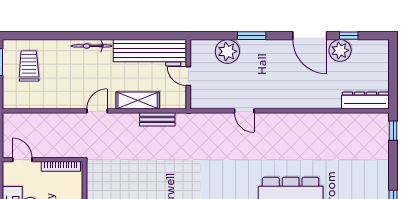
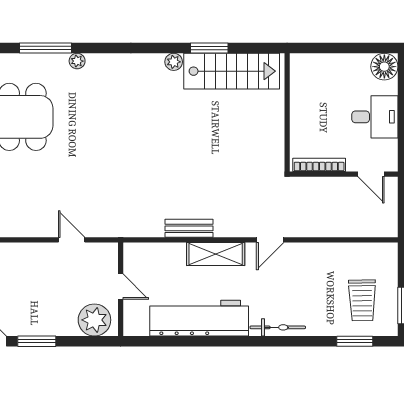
window: (34, 36) -> (355, 341), added
window: (252, 36) -> (37, 341), moved
wall: (188, 74) -> (121, 289), moved
door: (188, 76) -> (121, 287), moved

